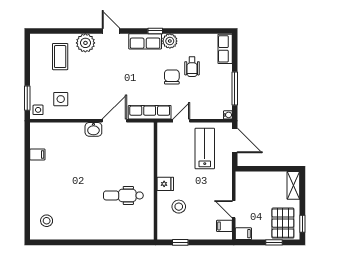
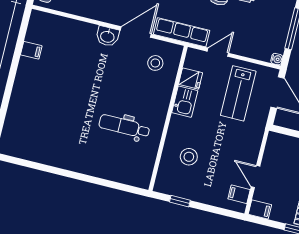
lab bench: (205, 149) -> (238, 93), turned 180
kitchen sink: (165, 165) -> (185, 102), added
fridge: (165, 184) -> (191, 79), moved
stool: (47, 221) -> (155, 63), moved

